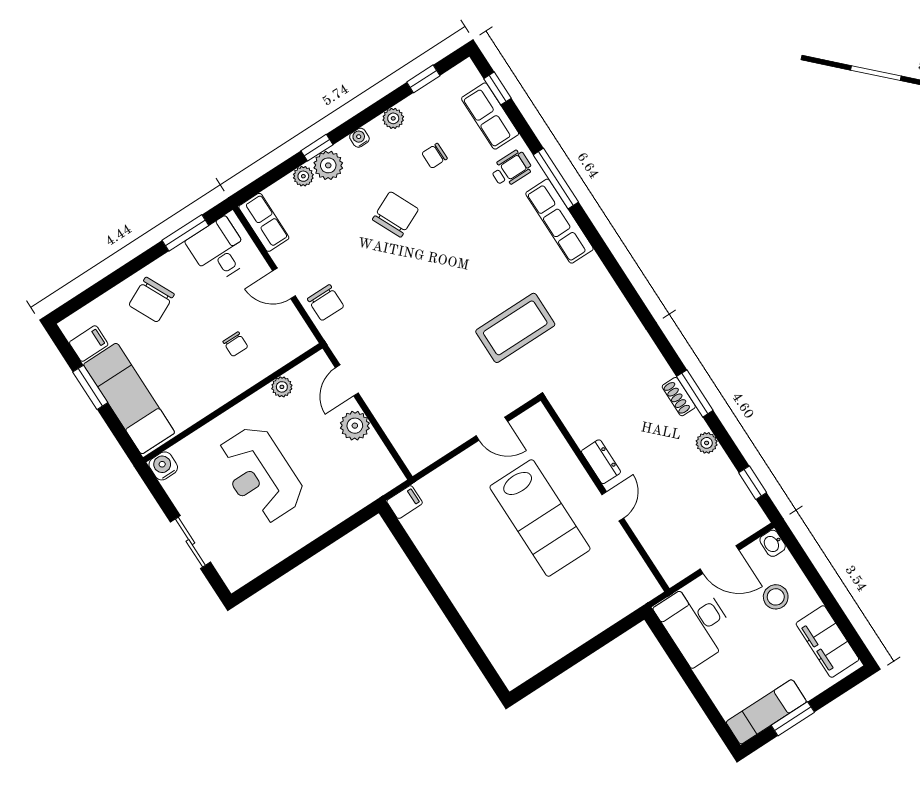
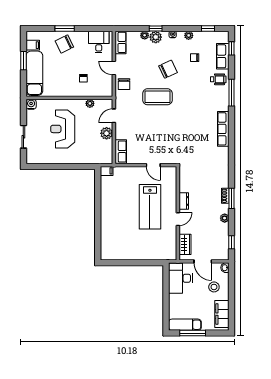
row of seats: (559, 221) -> (223, 129), moved
window: (185, 233) -> (65, 28), moved
coffee table: (515, 328) -> (157, 97), moved
row of seats: (408, 444) -> (121, 152), added
wardrobe: (661, 548) -> (185, 244), added
window: (793, 719) -> (193, 333), width x1.44

